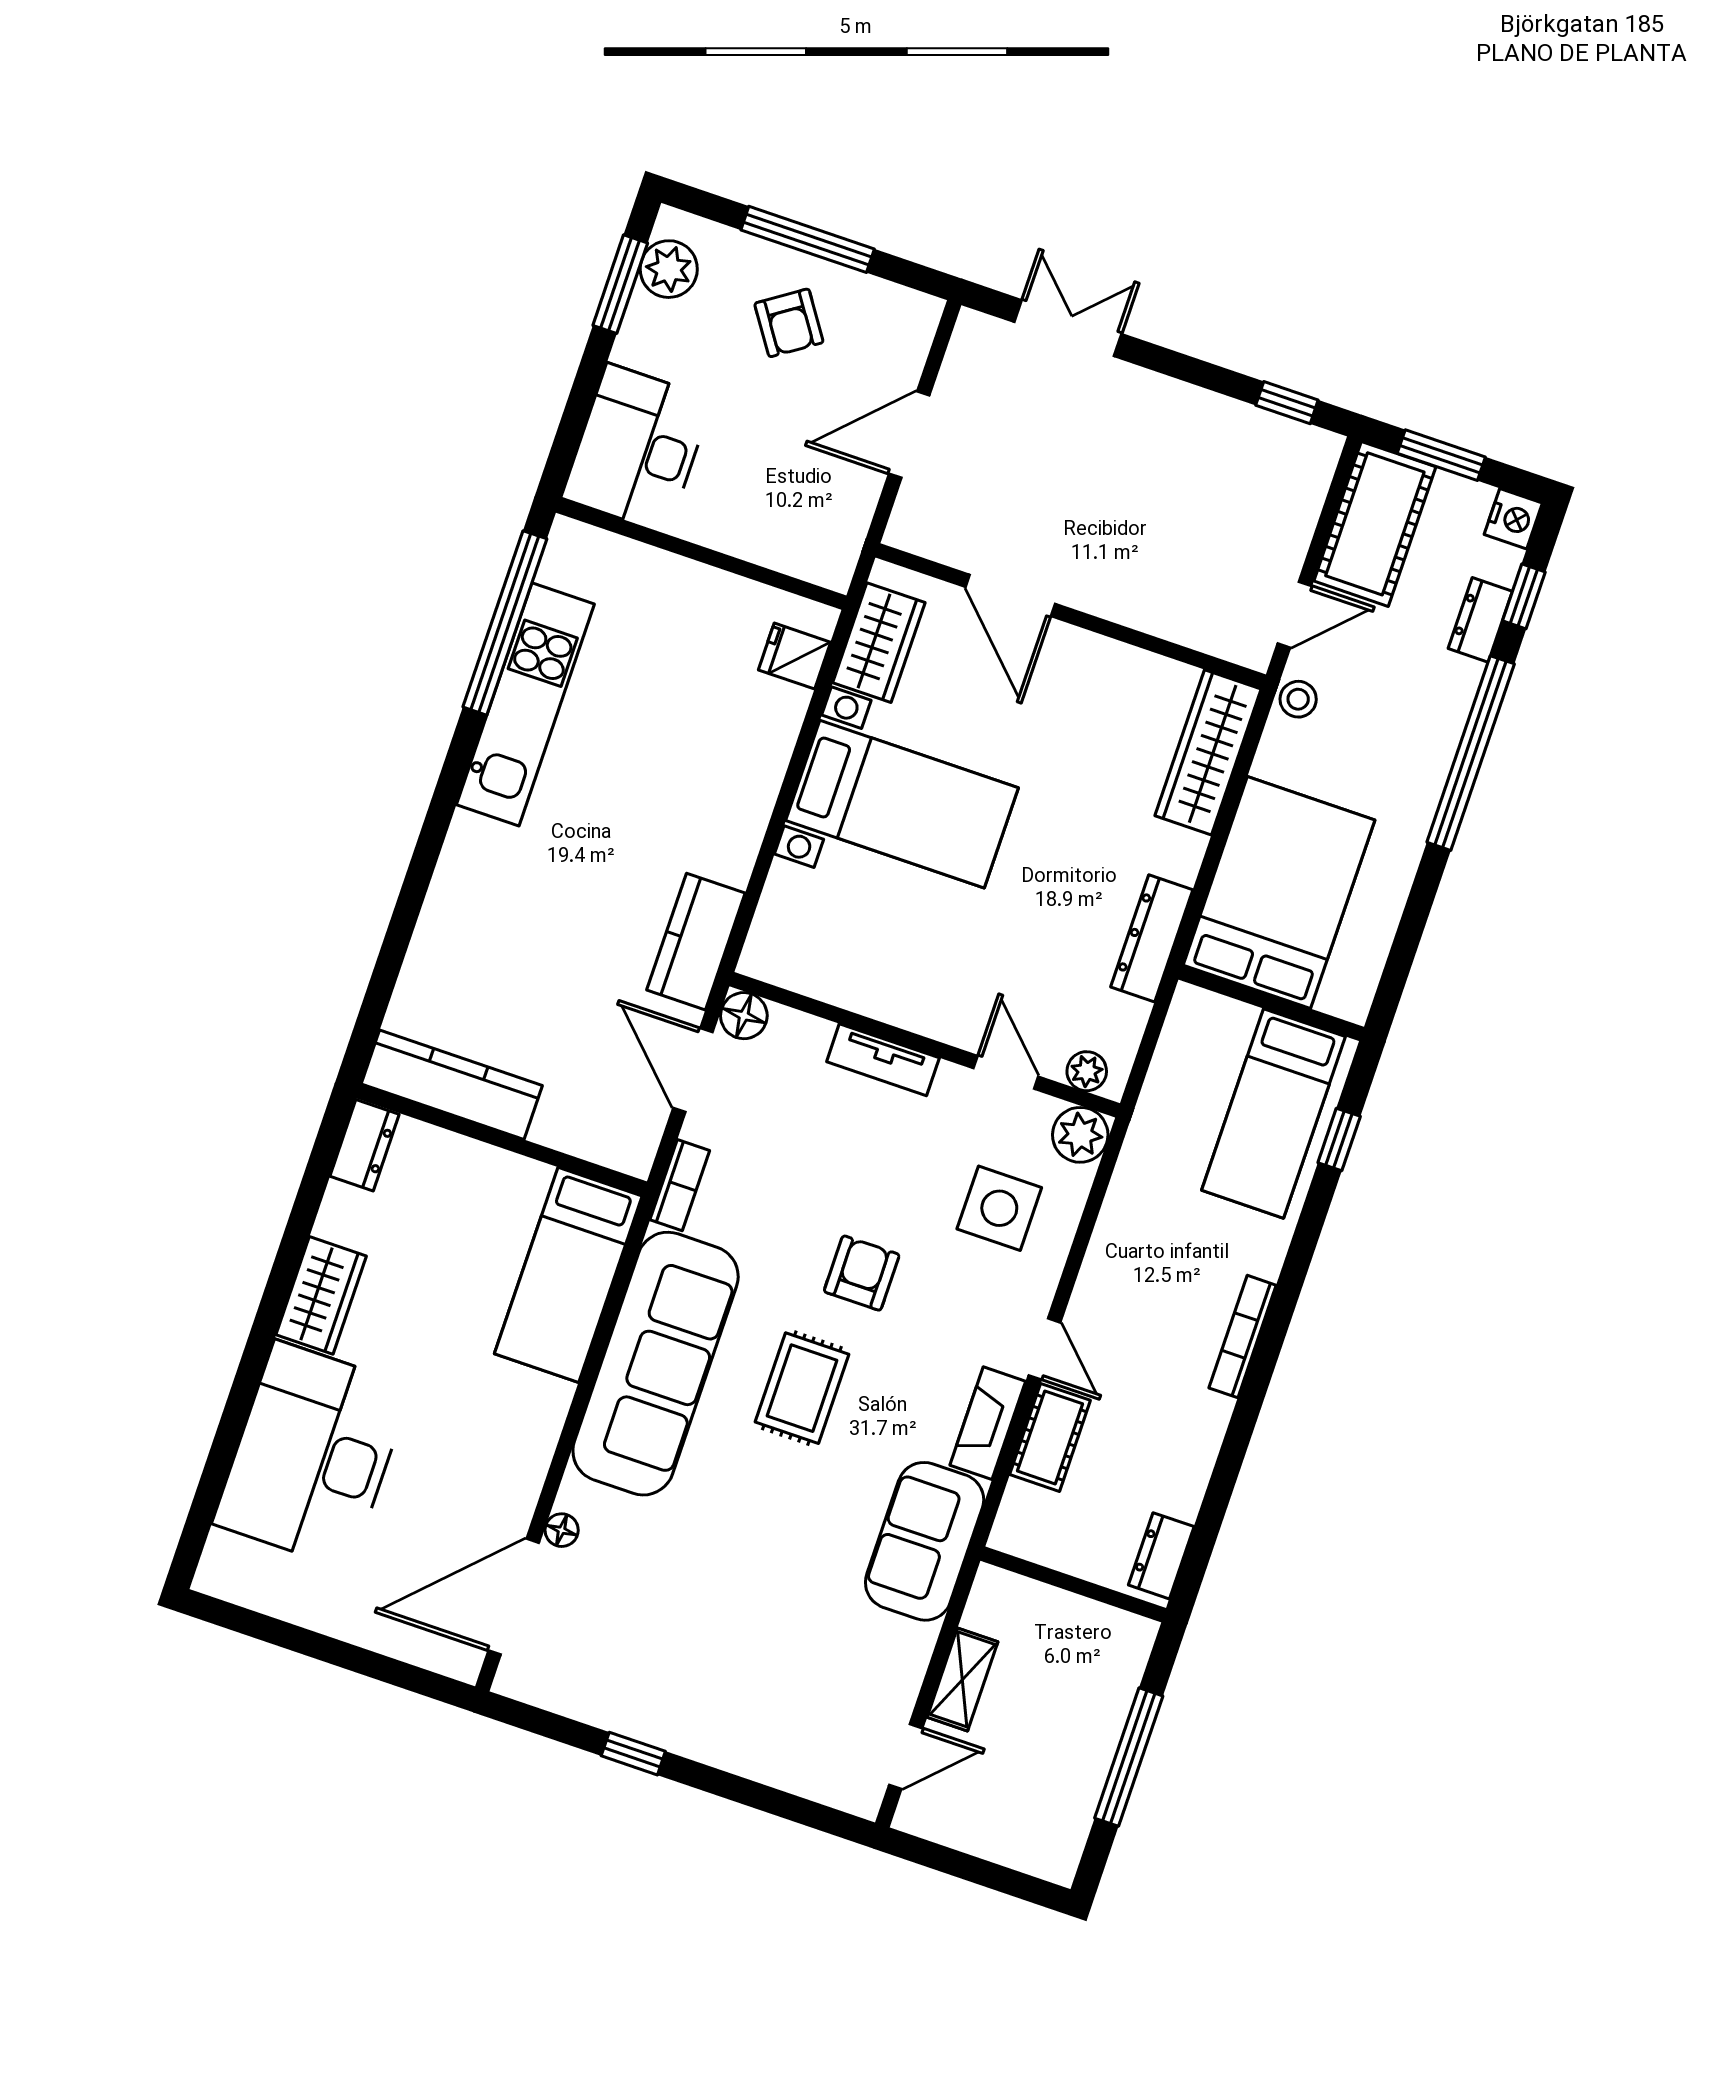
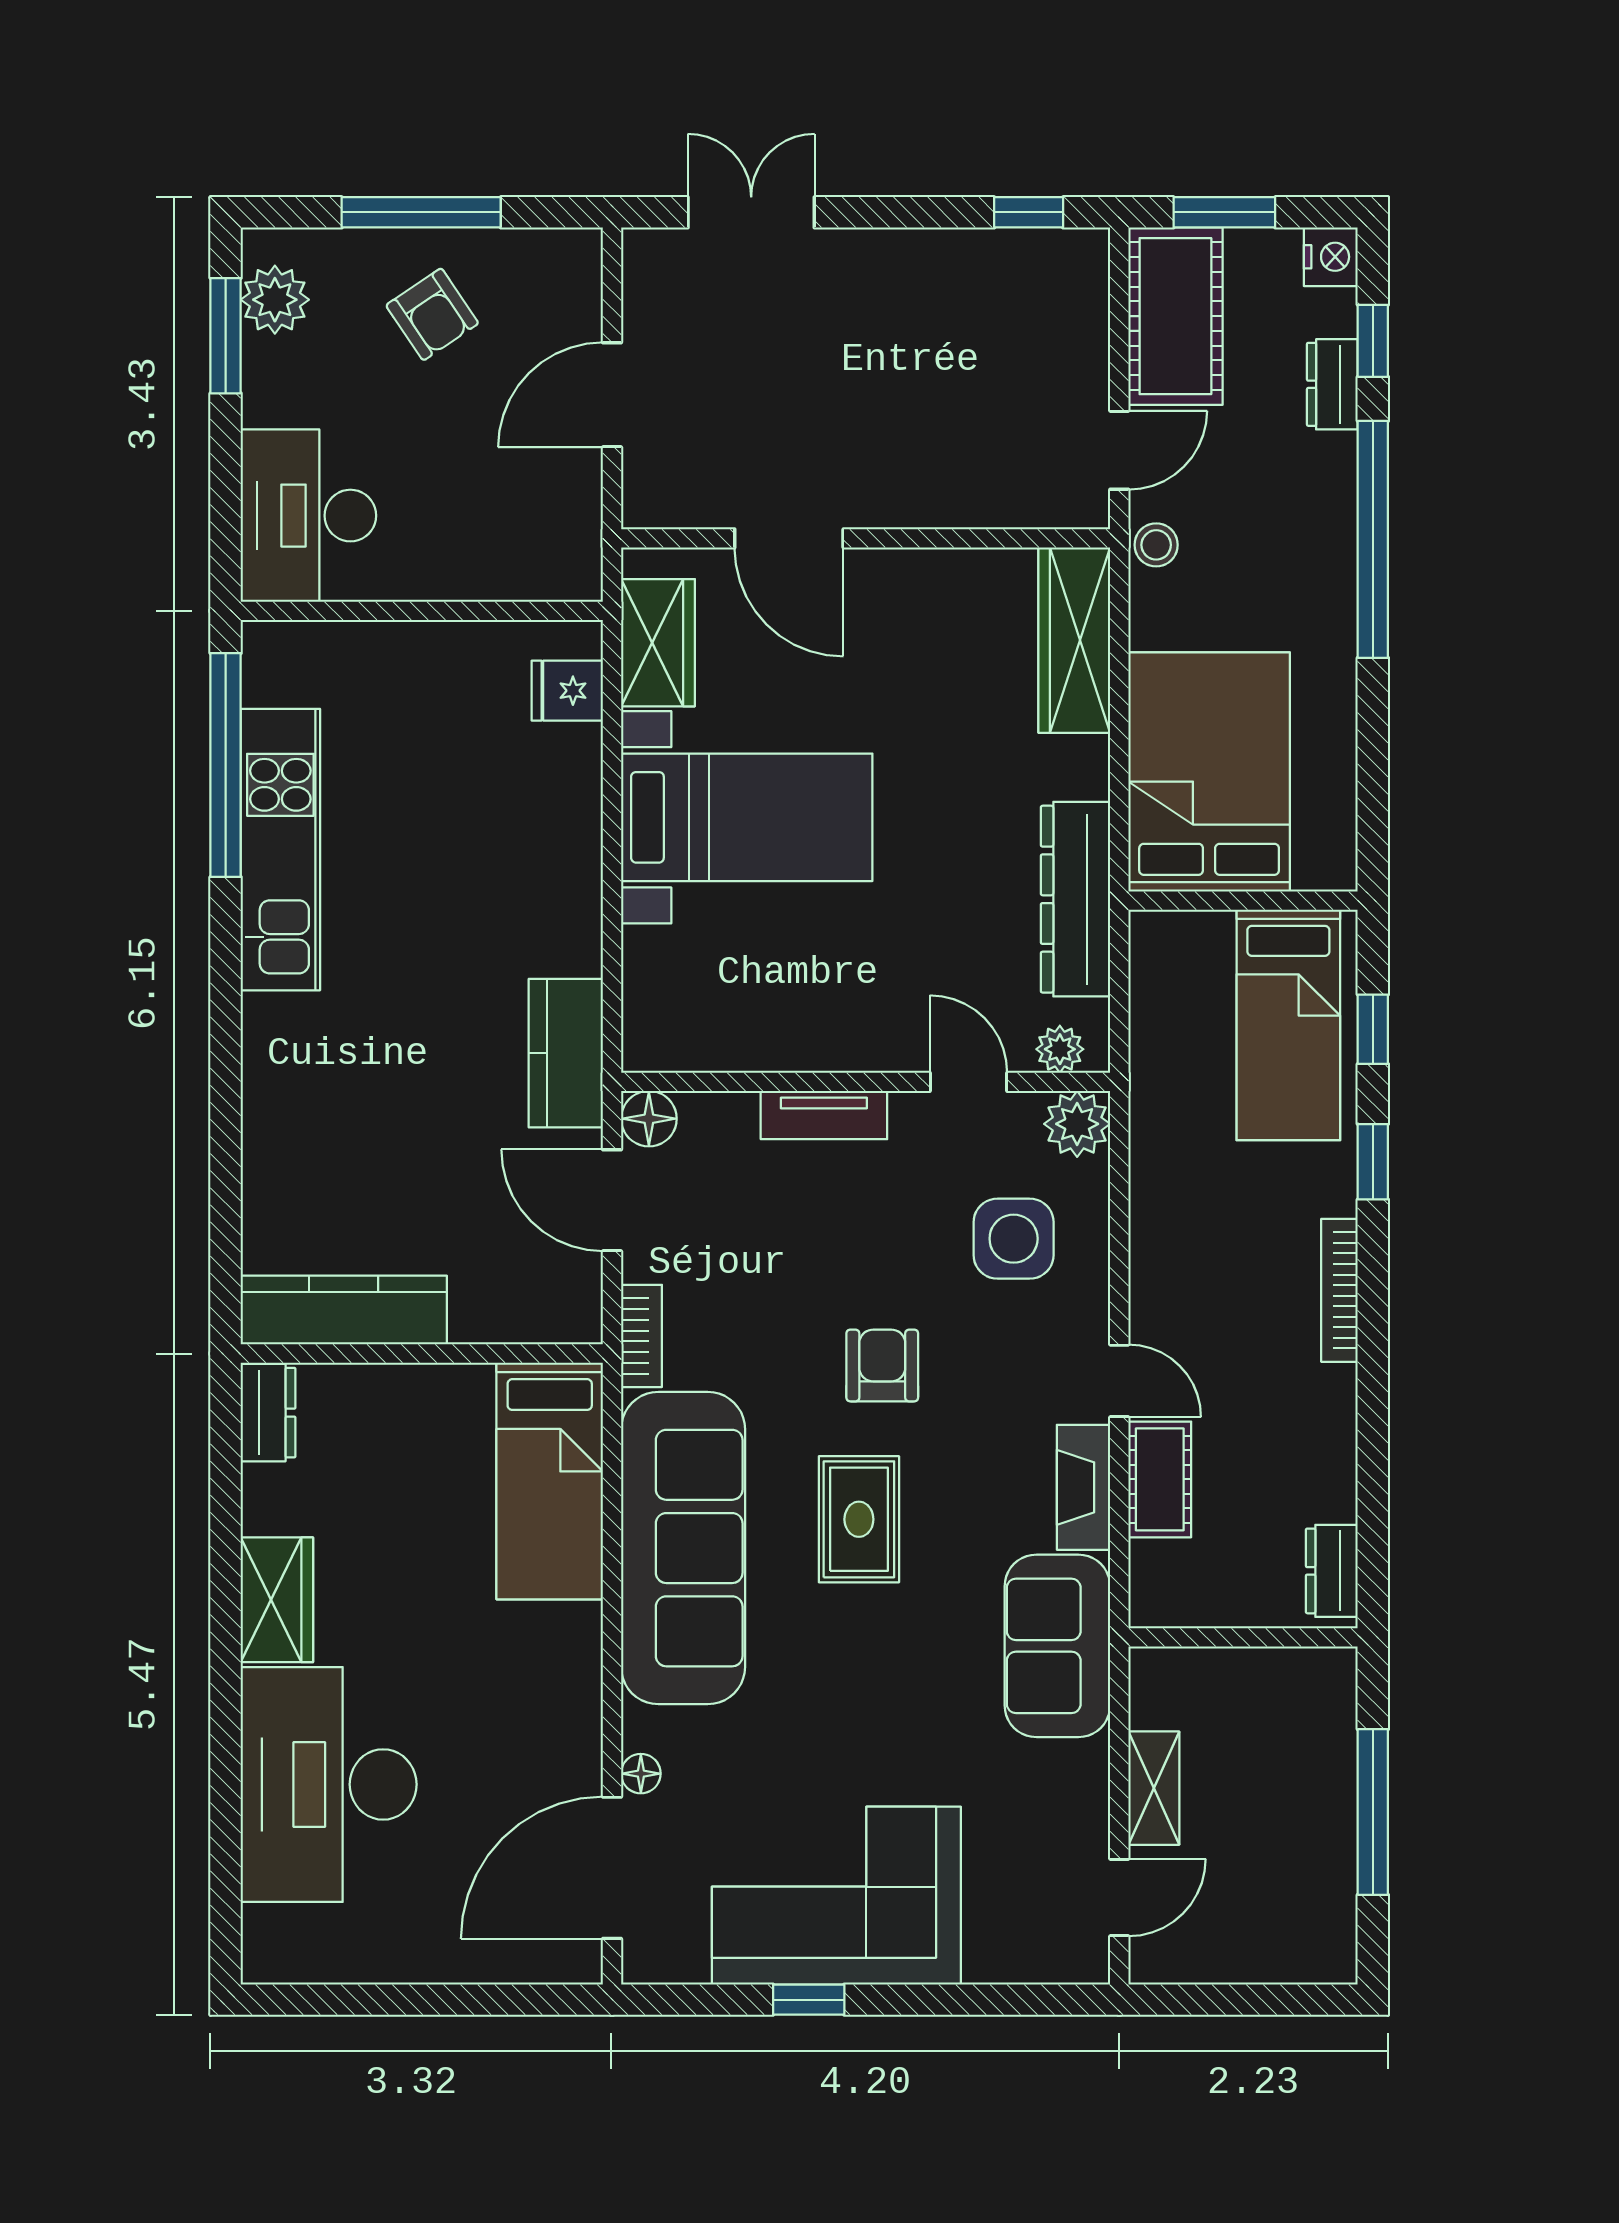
dresser: (1152, 938) -> (1075, 899), width x1.37, depth x1.24
window: (1303, 1244) -> (1373, 1162), added
corner sofa: (683, 1679) -> (836, 1896), added

